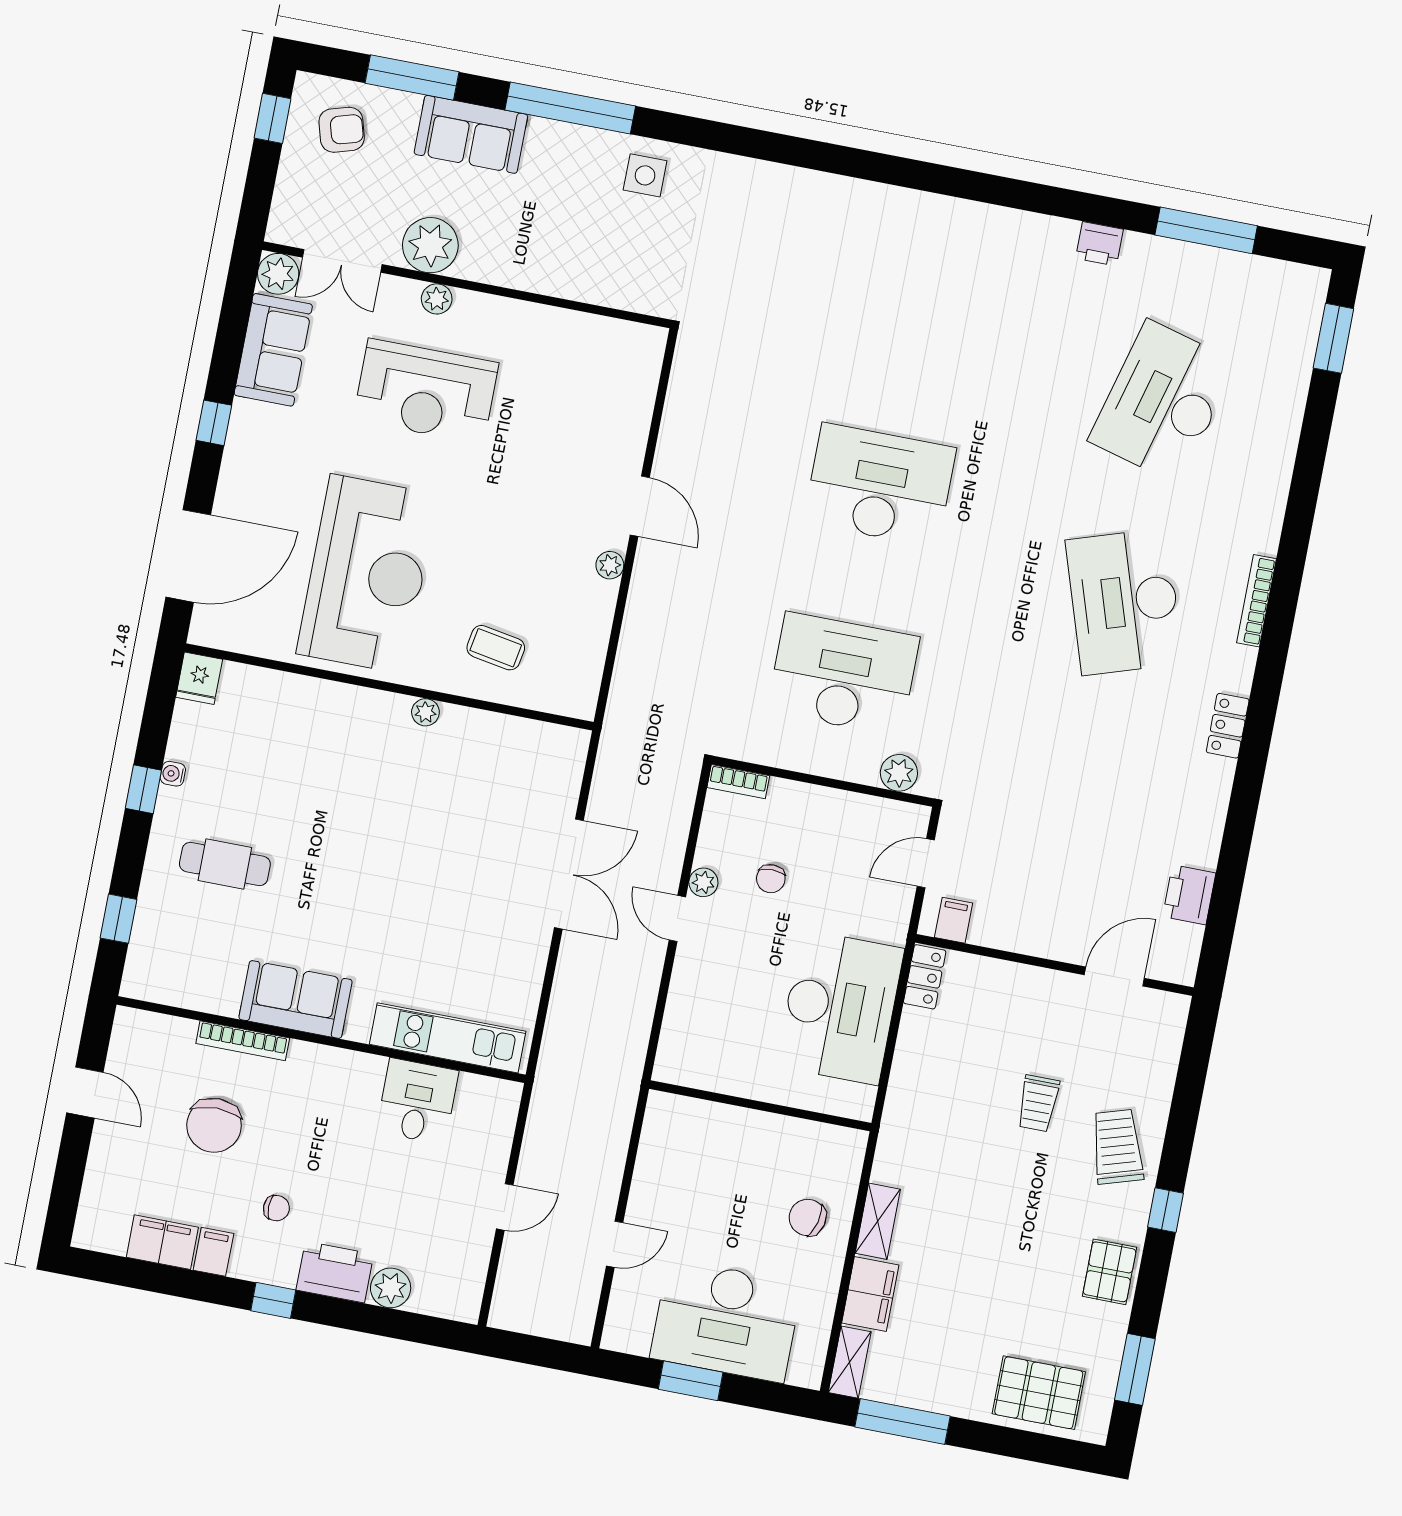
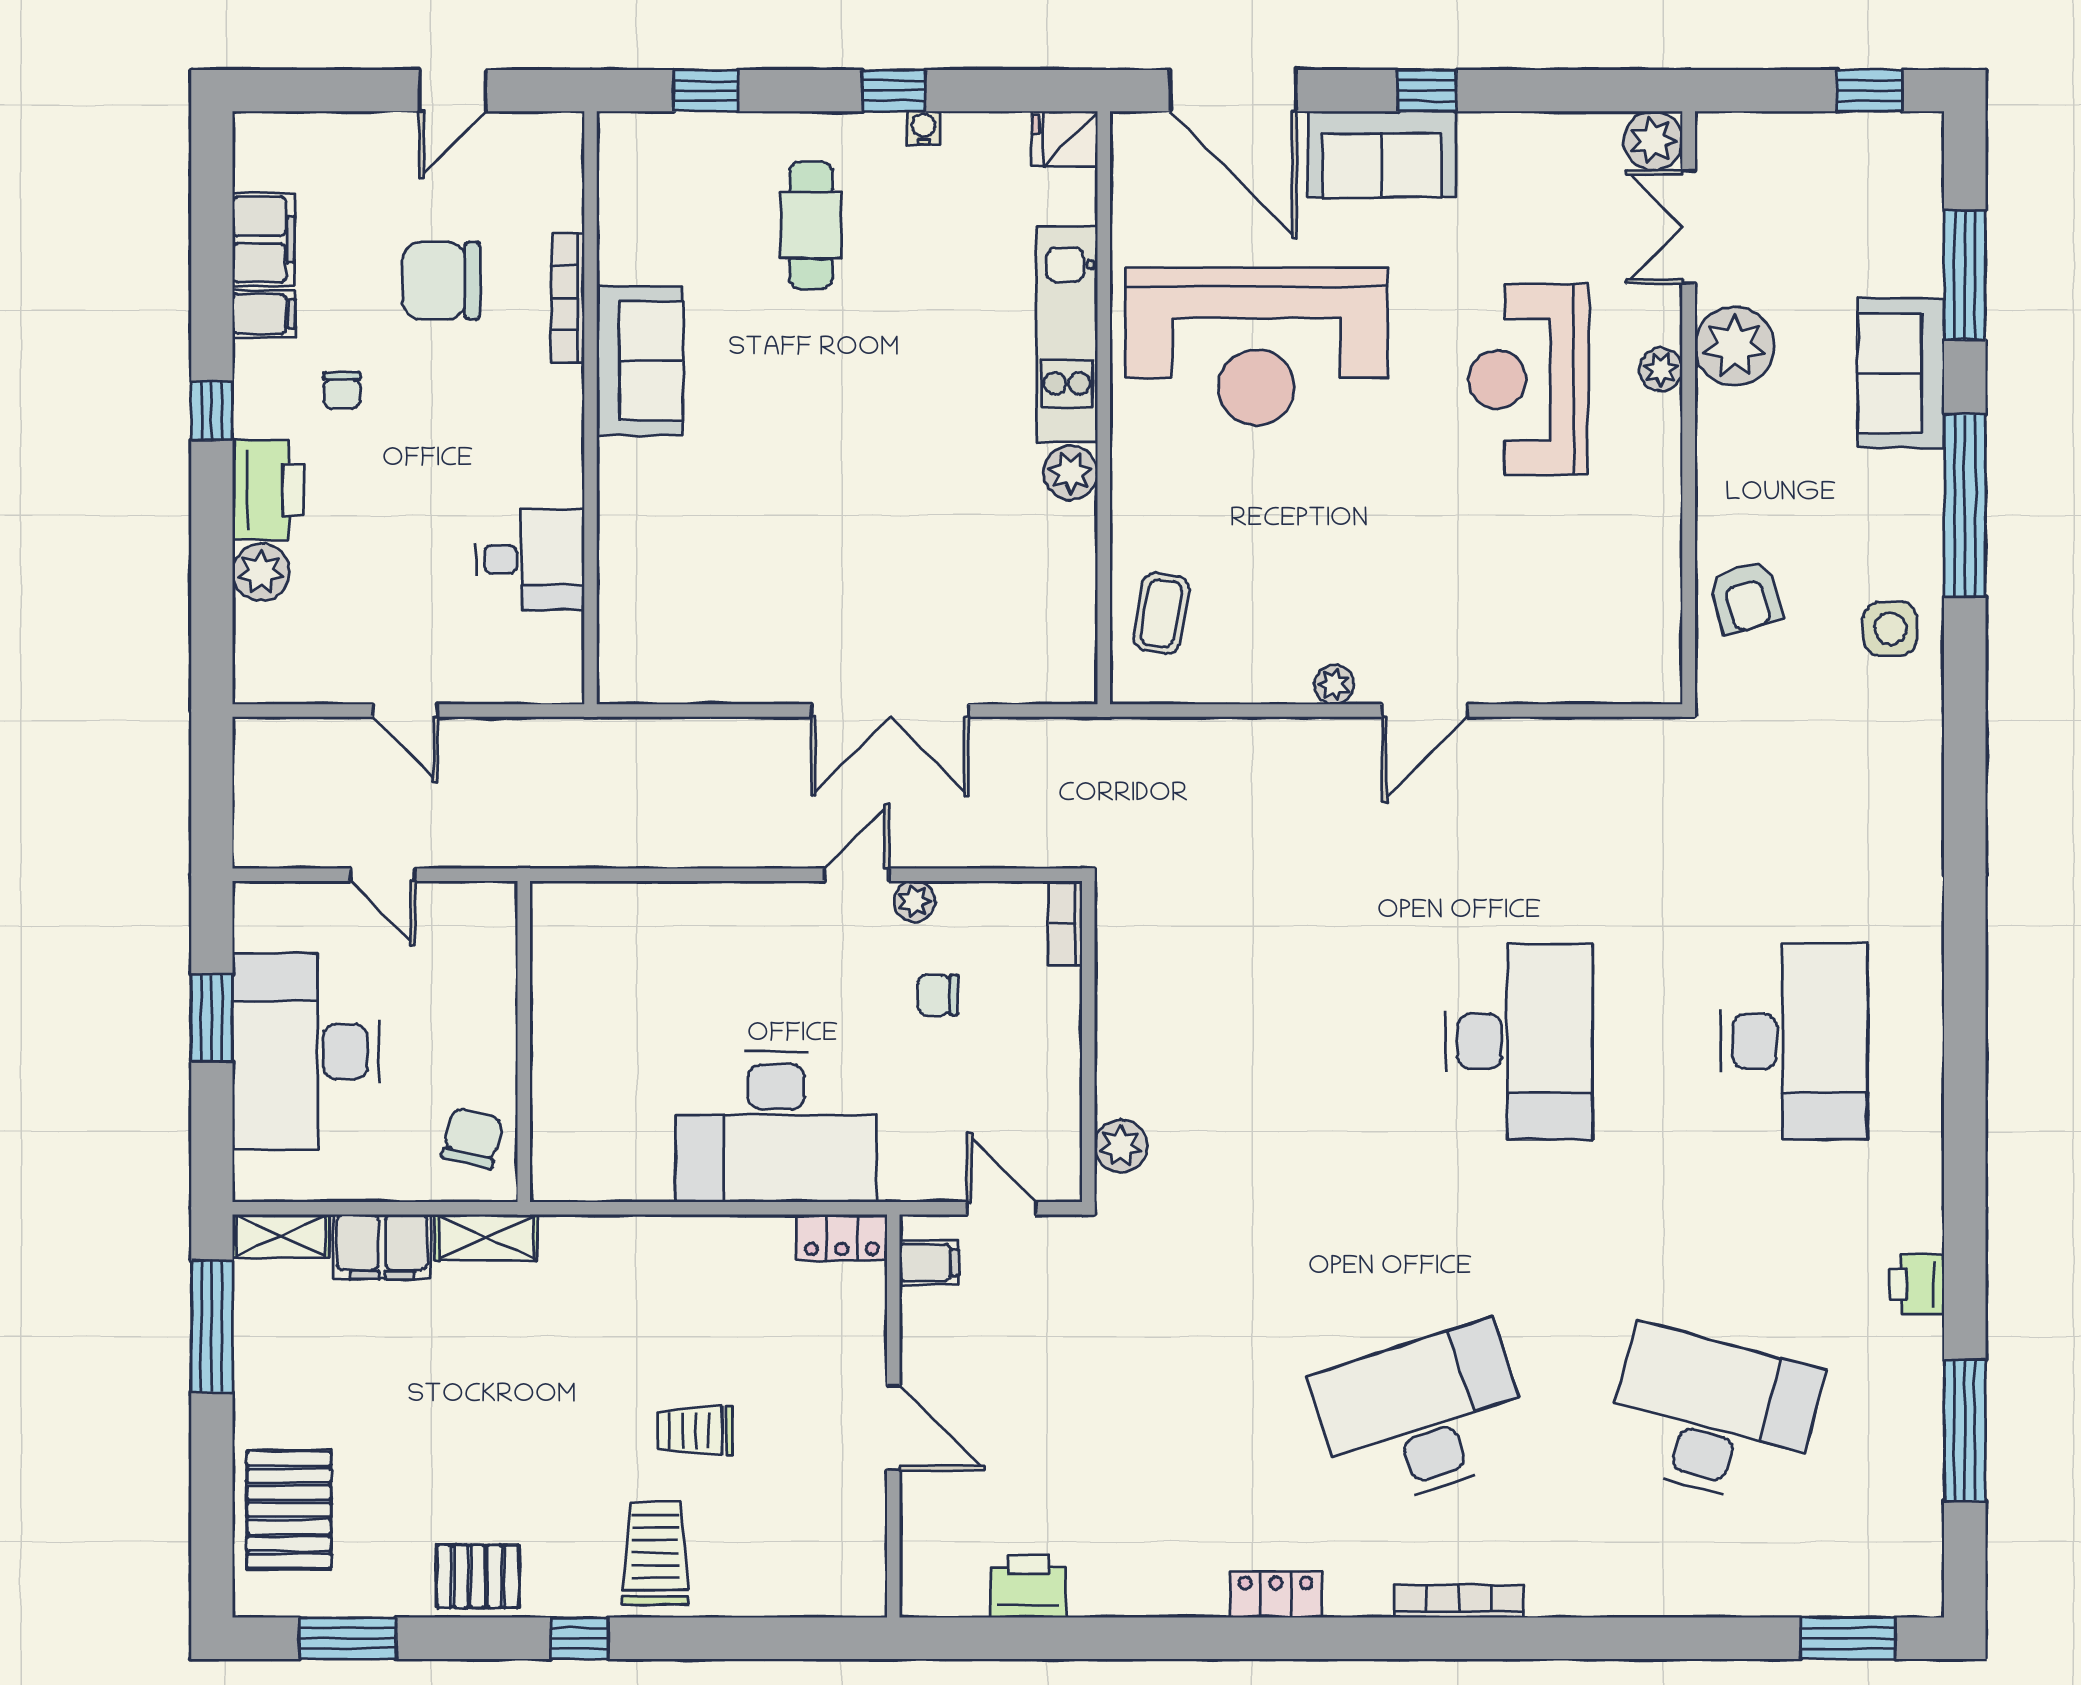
armchair: (342, 130) -> (1745, 597), moved
sofa: (273, 350) -> (1382, 154), moved
coffee table: (496, 648) -> (1161, 613), moved
desk: (843, 674) -> (1794, 1041), moved
plant: (425, 712) -> (1071, 473), width x1.38, depth x1.38
door: (1114, 977) -> (893, 1428), moved
kitchen unit: (448, 1038) -> (1067, 334), moved, turned 180
wall: (760, 1106) -> (524, 1041), moved
trolley: (1117, 1147) -> (655, 1553), turned -73

